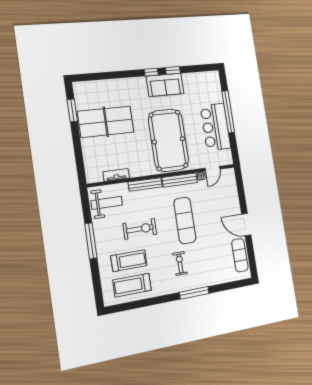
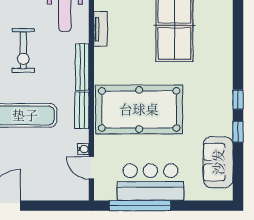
sofa: (165, 85) -> (218, 162), moved
window: (228, 112) -> (140, 206), moved
bench: (180, 180) -> (82, 110), width x0.73

